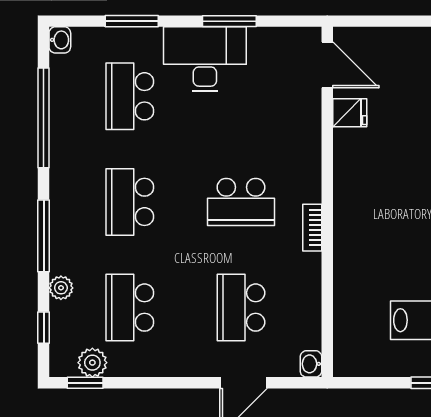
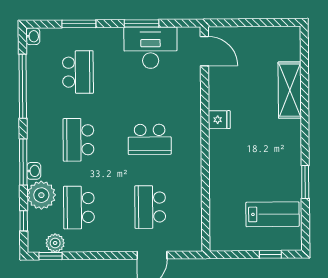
desk: (205, 59) -> (151, 48), moved
school desk: (130, 96) -> (78, 72), turned 180
fridge: (350, 113) -> (219, 120), moved
bookcase: (312, 228) -> (196, 155), removed
plant: (61, 288) -> (41, 195), width x1.88, depth x1.88
washbasin: (311, 364) -> (34, 171), moved, turned 180

